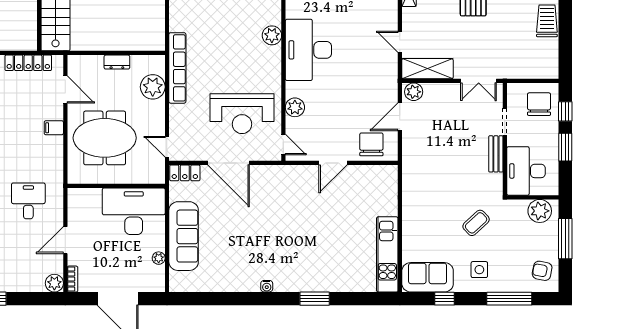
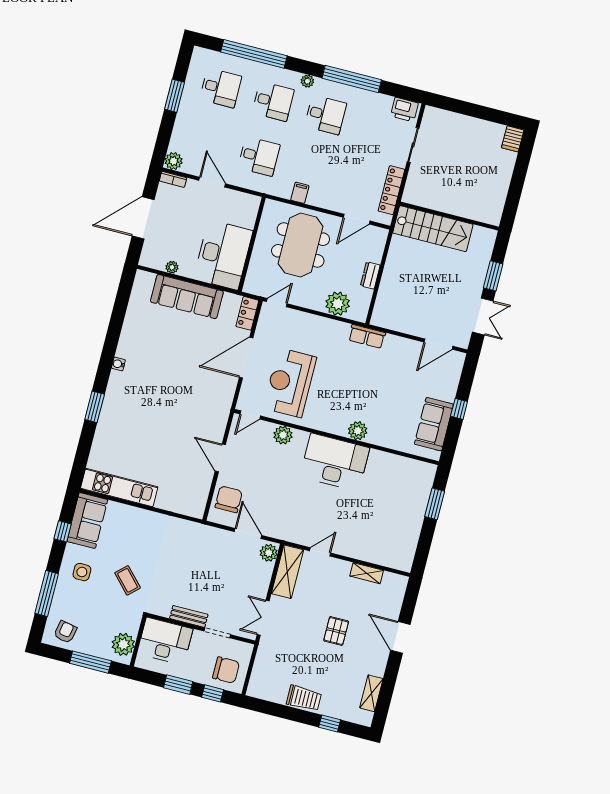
row of seats: (177, 68) -> (367, 336), width x0.50
filing cabinet: (54, 128) -> (300, 193), moved
chair: (371, 144) -> (229, 499), turned -90

